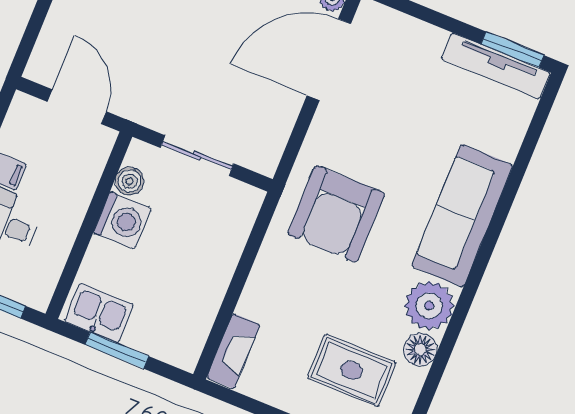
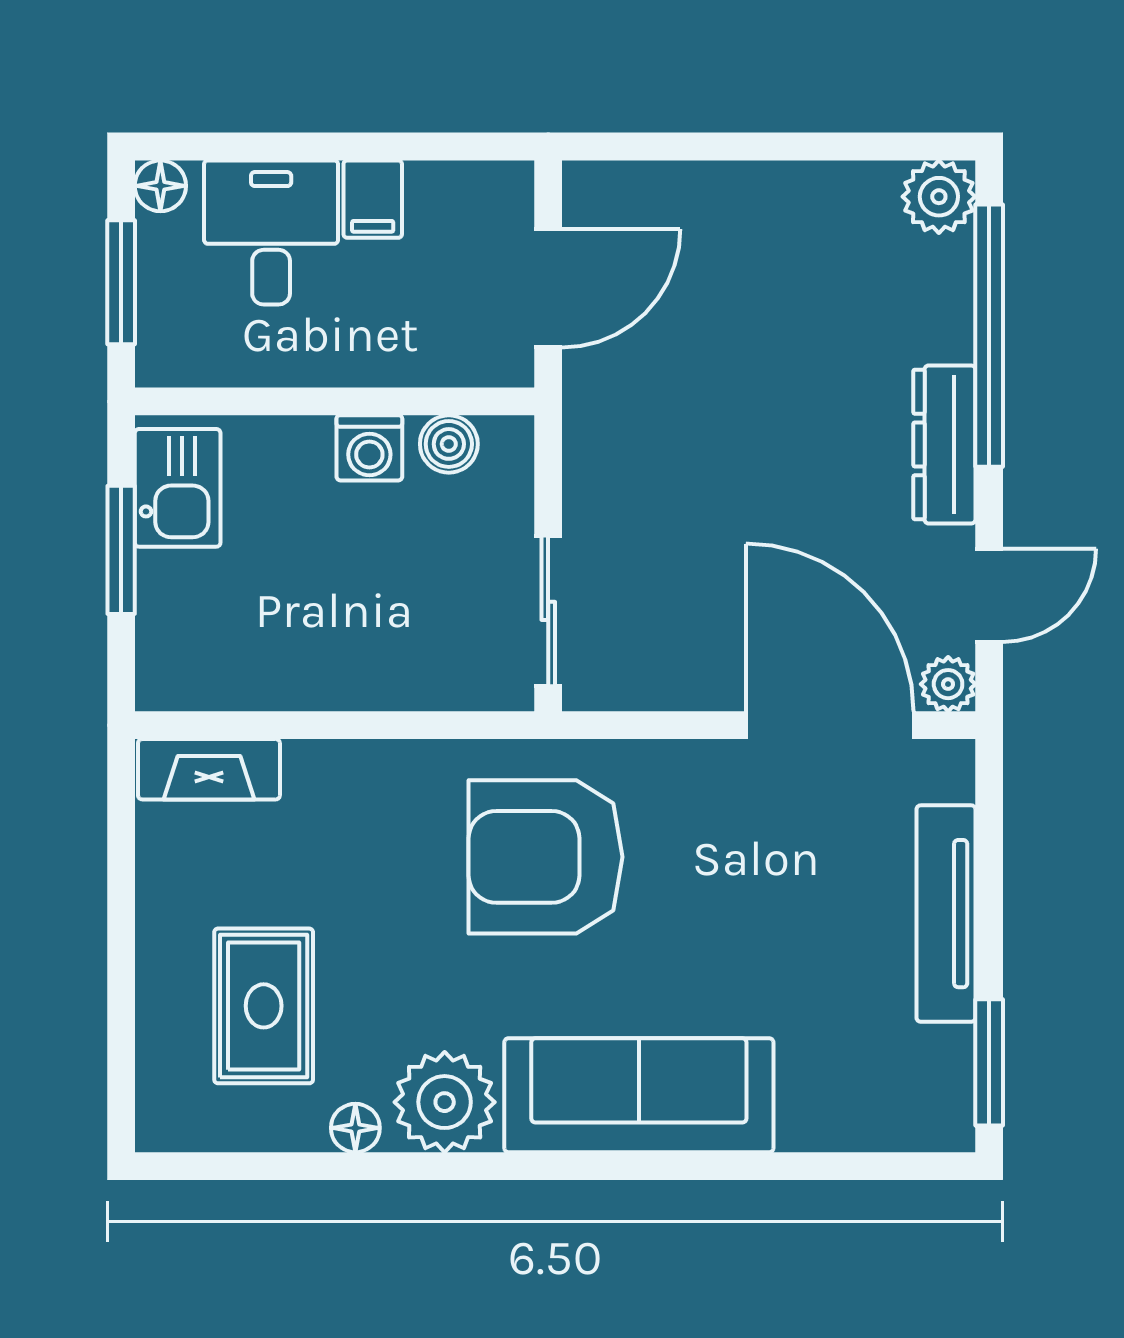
tv unit: (496, 66) -> (946, 914), moved
sliding door: (197, 156) -> (548, 611), moved
washing machine: (122, 220) -> (369, 448), width x0.73, depth x0.73
floor lamp: (420, 349) -> (355, 1128), width x0.73, depth x0.73

